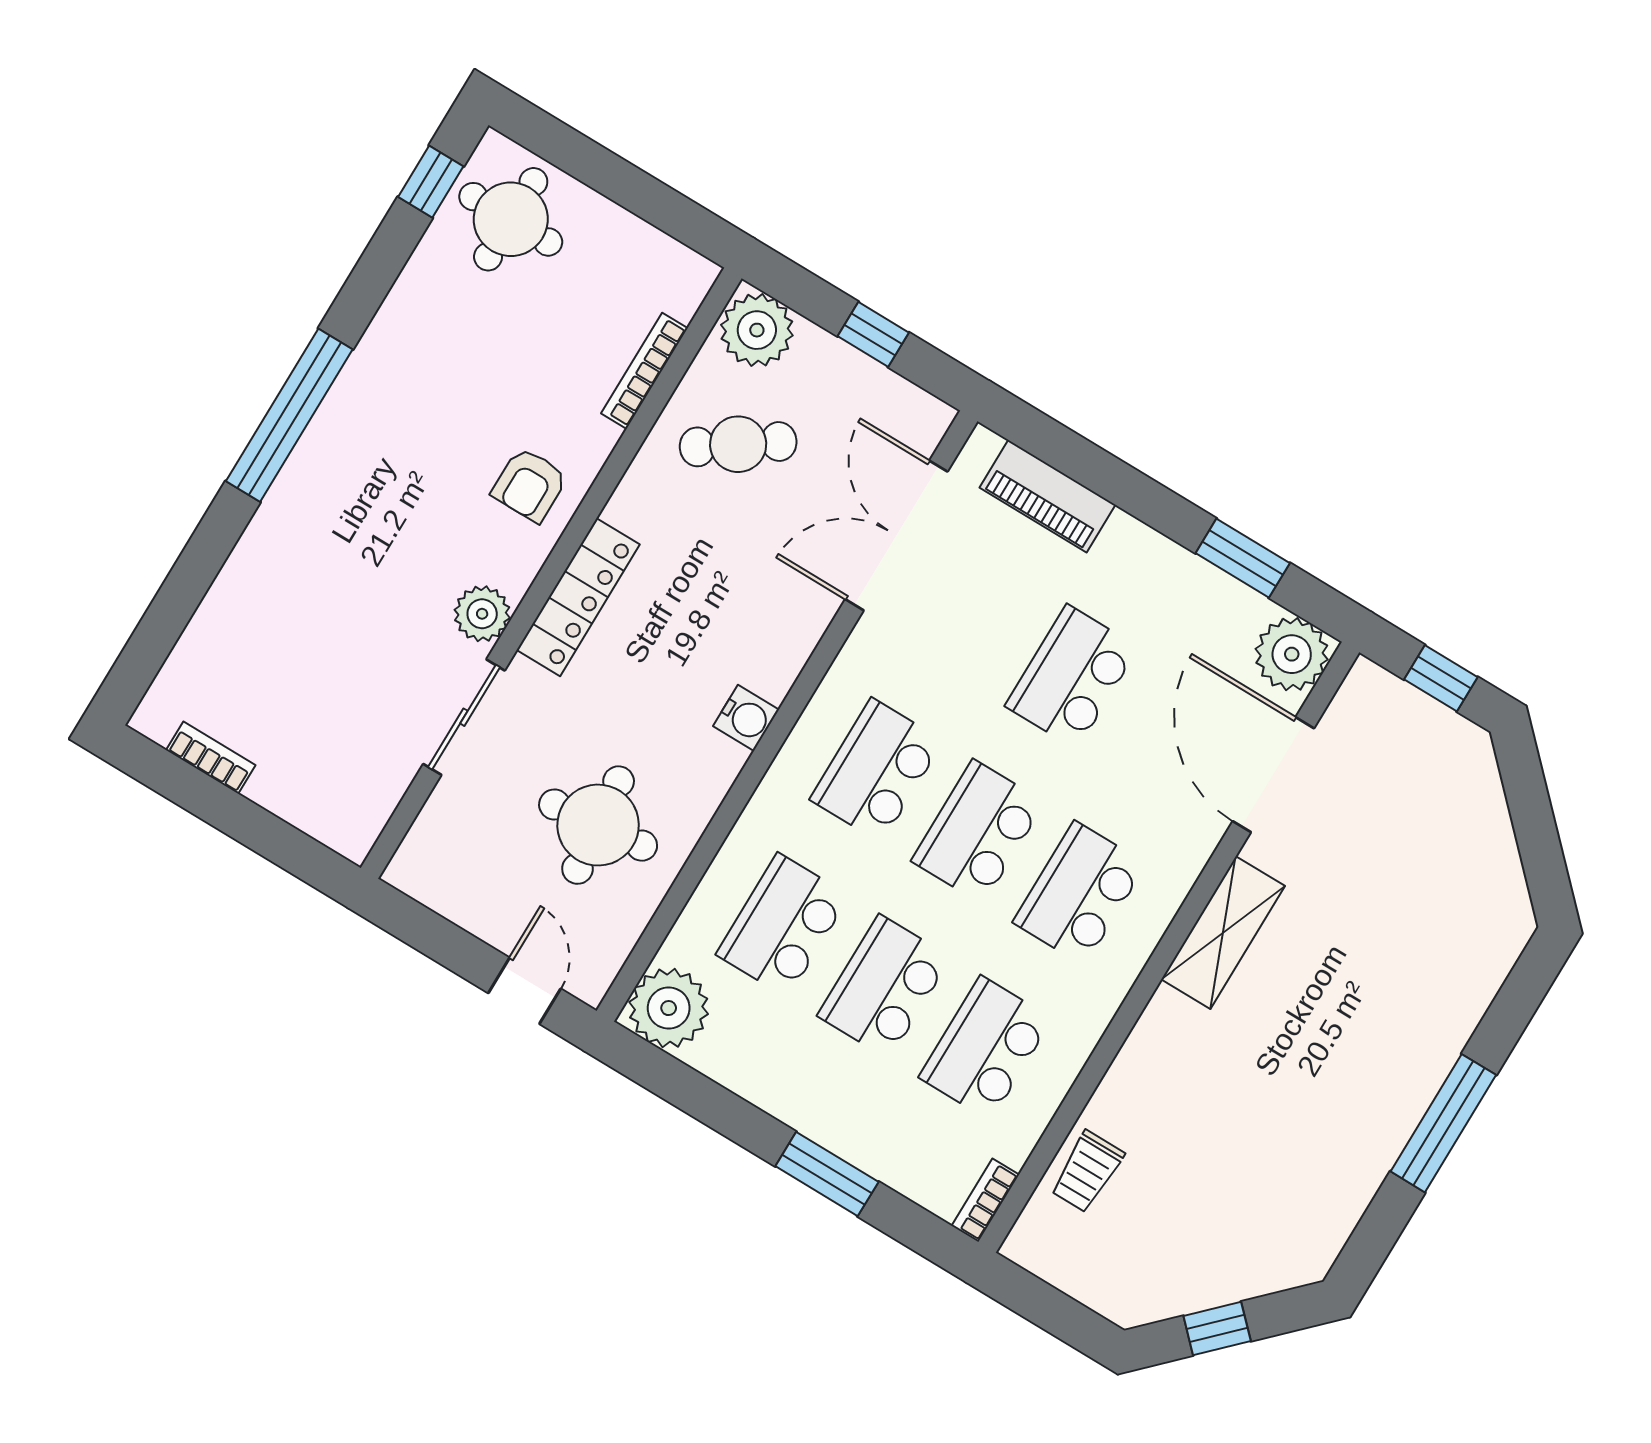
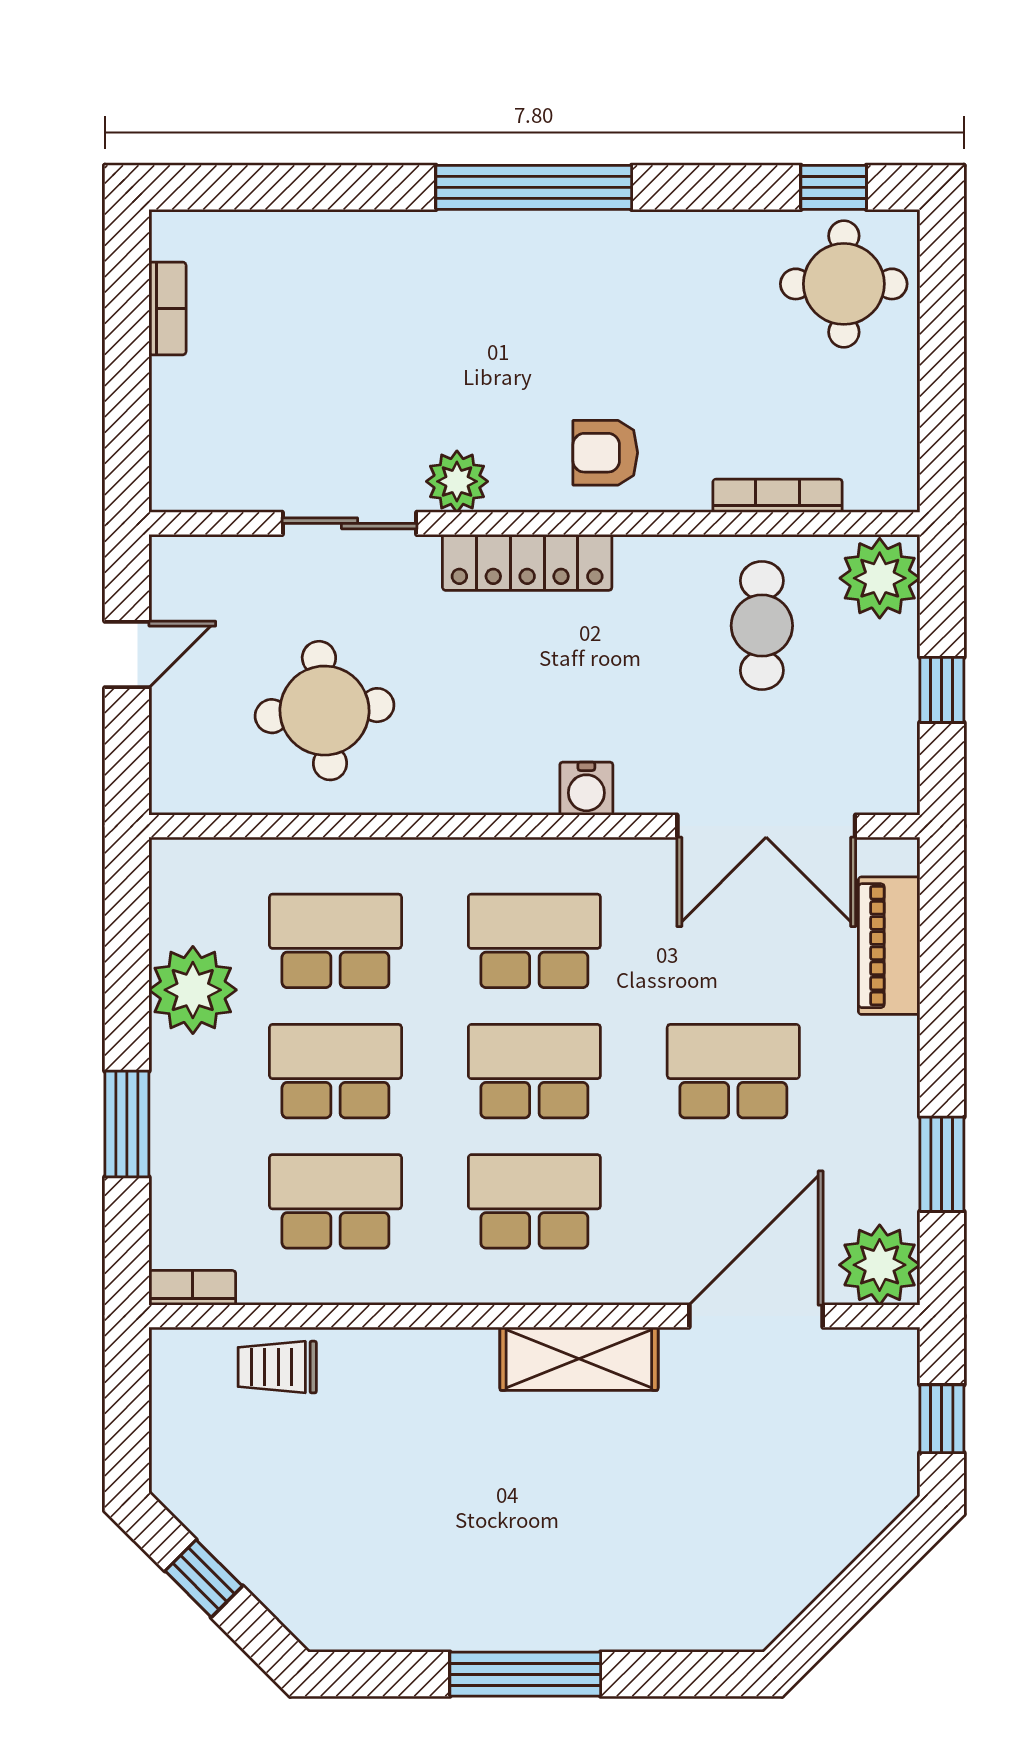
cafe table: (738, 444) -> (762, 626), turned 35
double door: (896, 535) -> (766, 826), swing flipped
water cooler: (746, 718) -> (586, 789), moved
door: (525, 991) -> (127, 654), moved
plant: (669, 1008) -> (193, 990), moved

